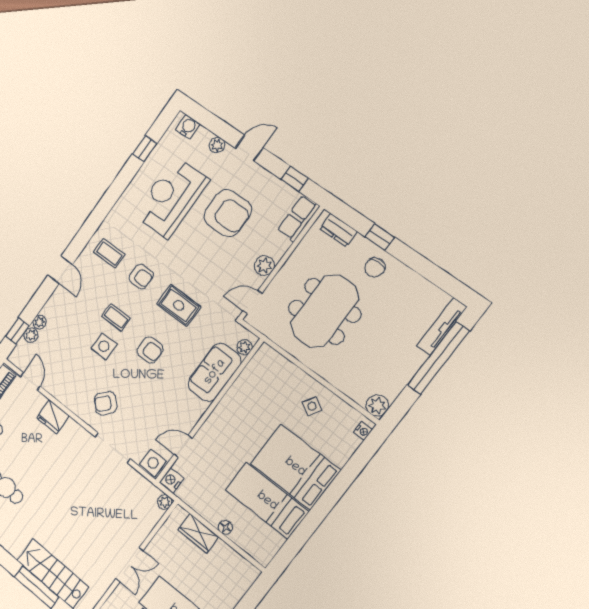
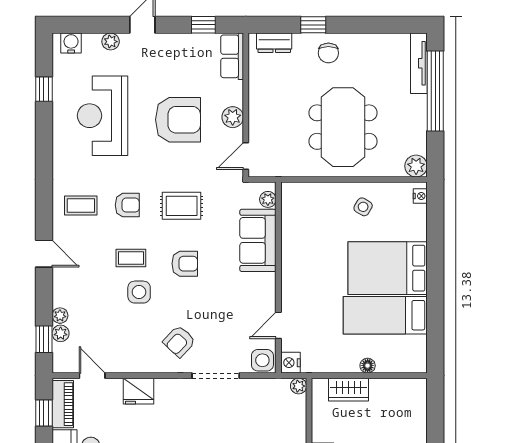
armchair: (228, 213) -> (178, 120), moved
meeting table: (324, 311) -> (343, 127), moved

